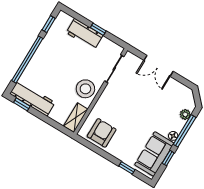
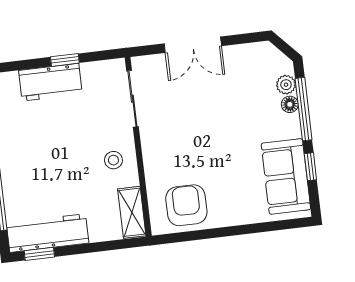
stool: (85, 89) -> (113, 160), width x0.53, depth x0.53
floor lamp: (173, 136) -> (290, 104), moved
window: (127, 168) -> (262, 227), removed

